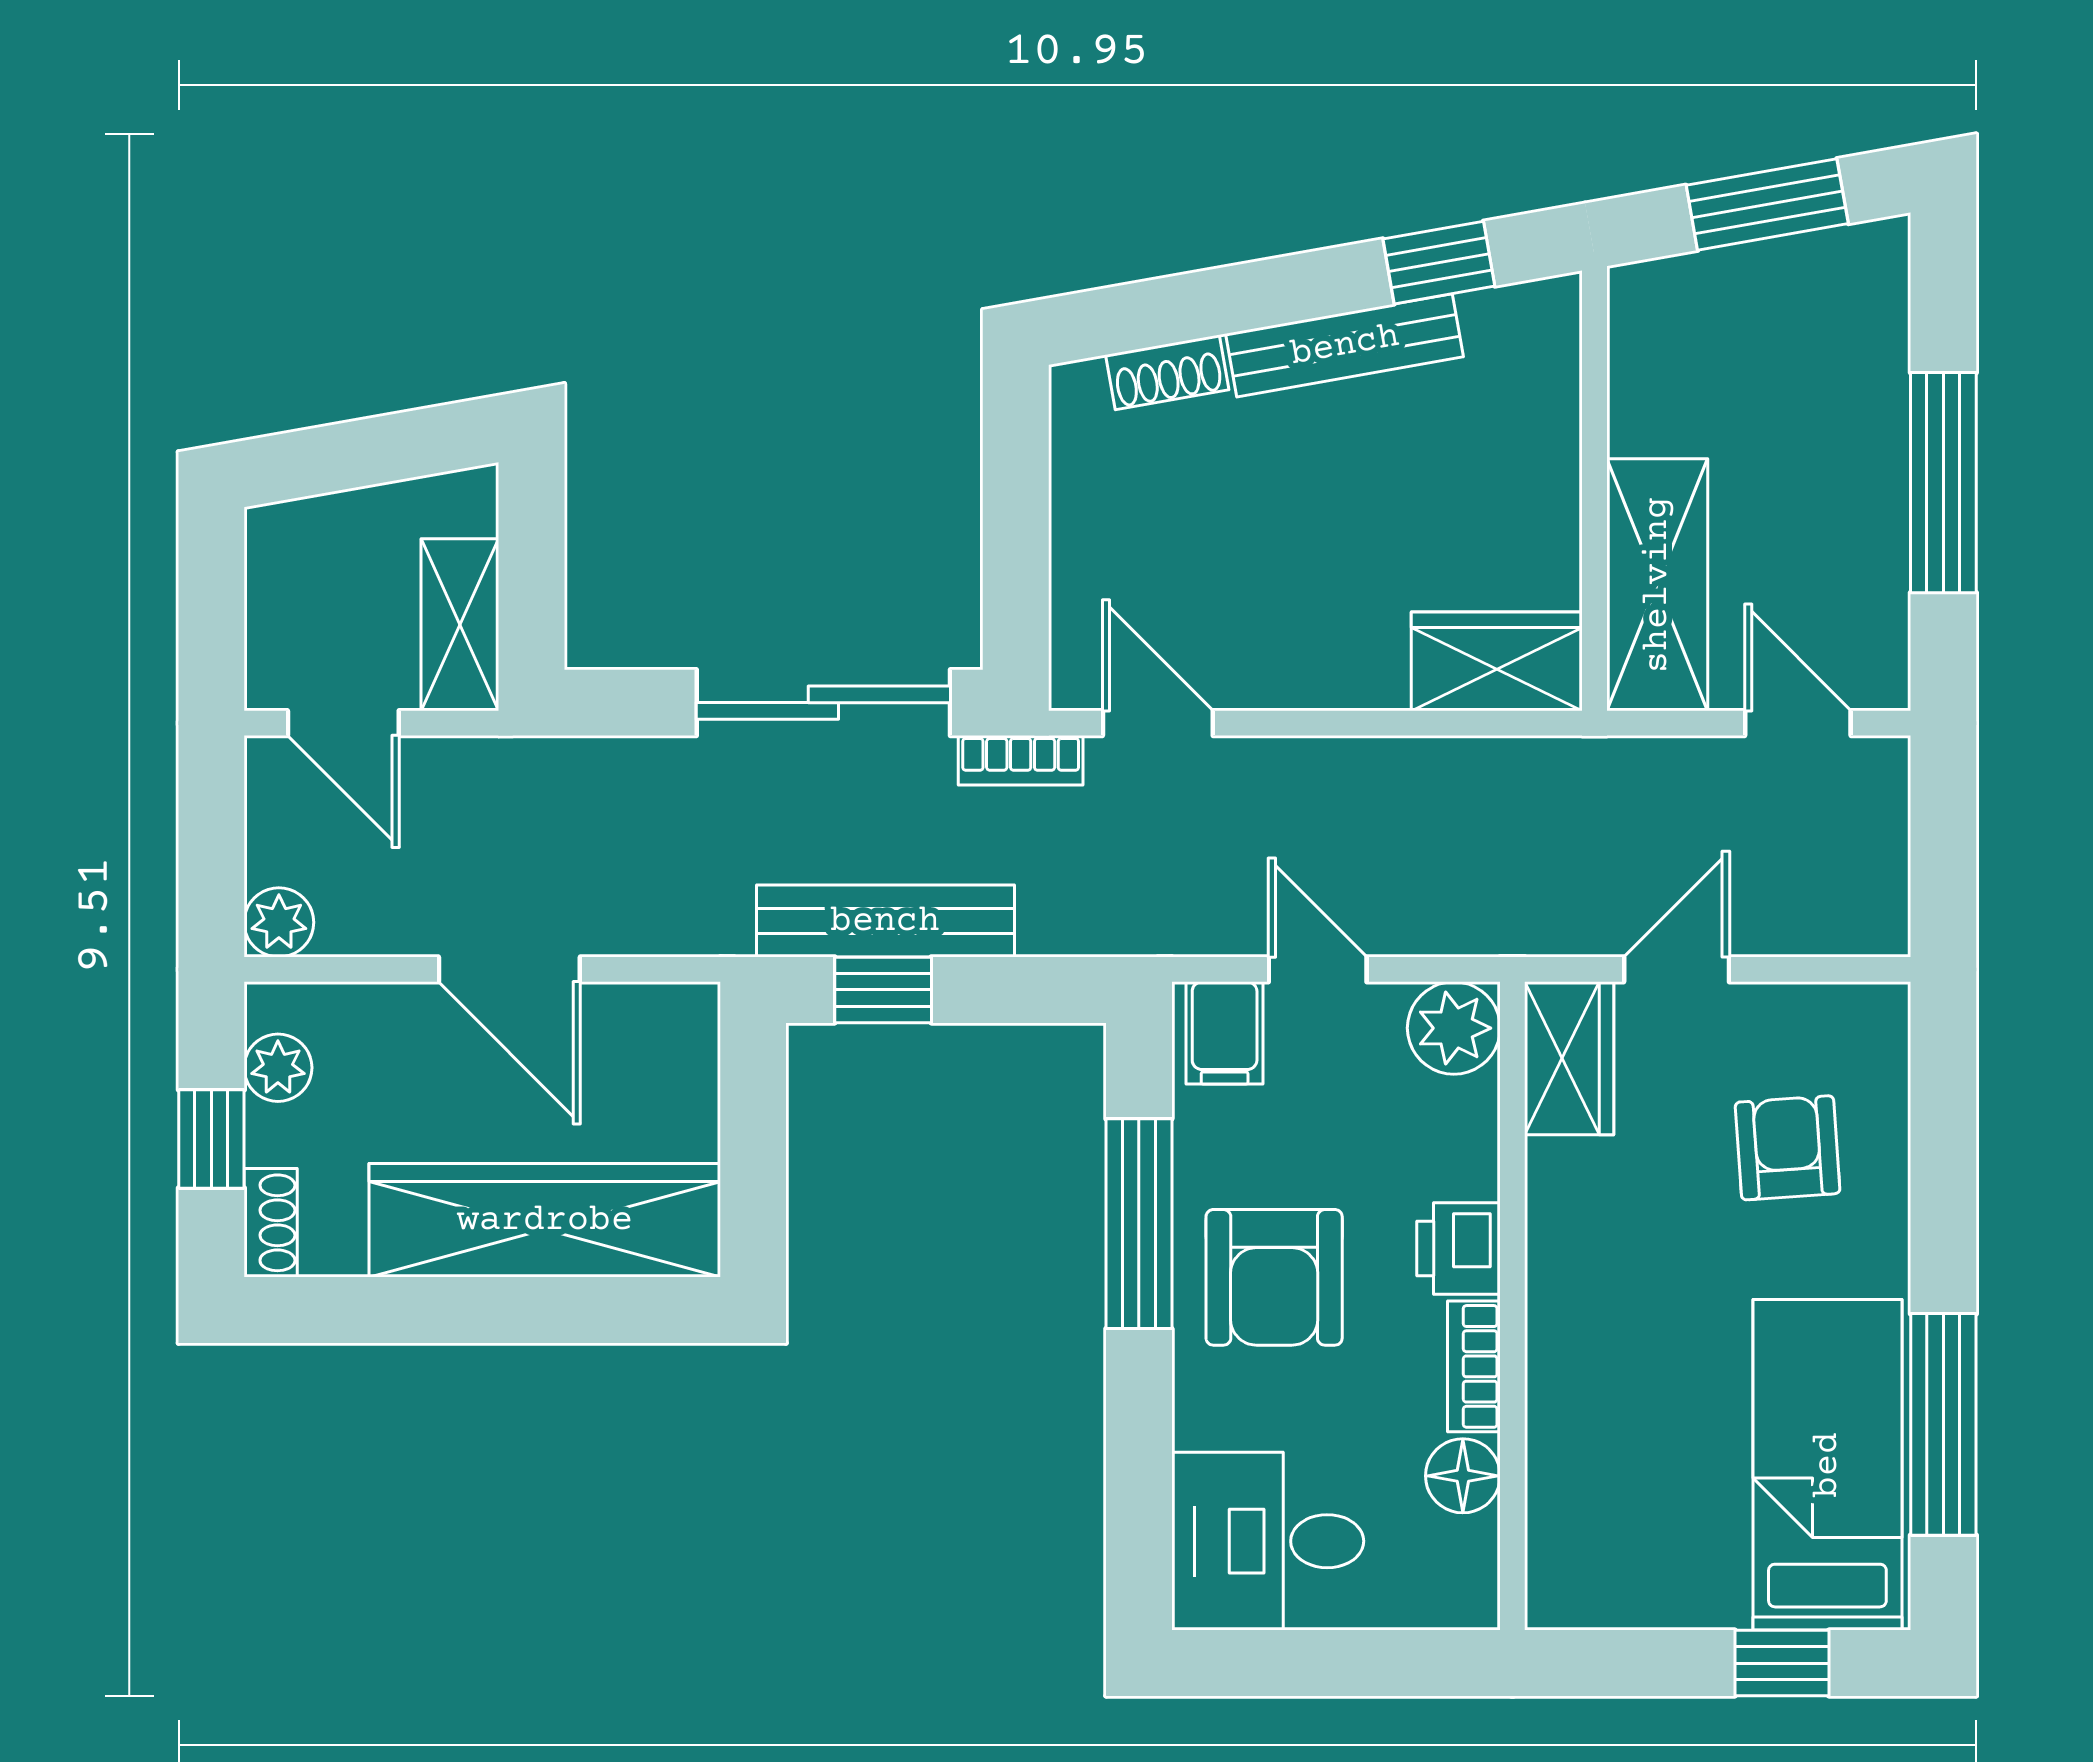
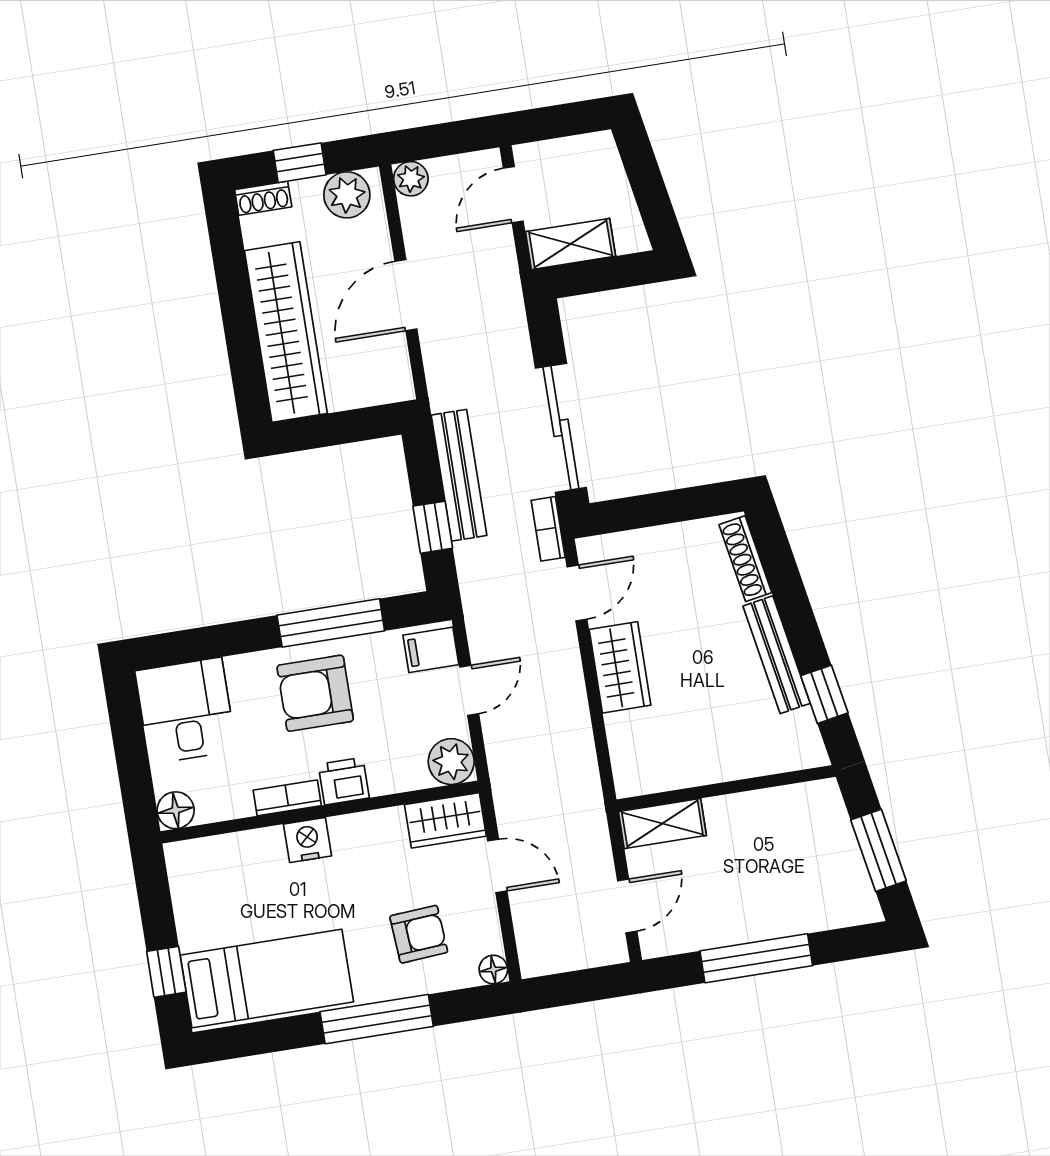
shoe rack: (1167, 372) -> (745, 559), width x1.43
shelving: (1657, 585) -> (662, 823), width x0.67, depth x0.75
wardrobe: (1497, 661) -> (620, 667), moved
window: (883, 990) -> (433, 527), moved
floor lamp: (1882, 1010) -> (493, 970), added
plant: (278, 1068) -> (347, 195), width x1.38, depth x1.38
nightstand: (1564, 1339) -> (308, 840), added
window: (1943, 1424) -> (377, 1019), moved
floor lamp: (1463, 1476) -> (176, 810), moved

